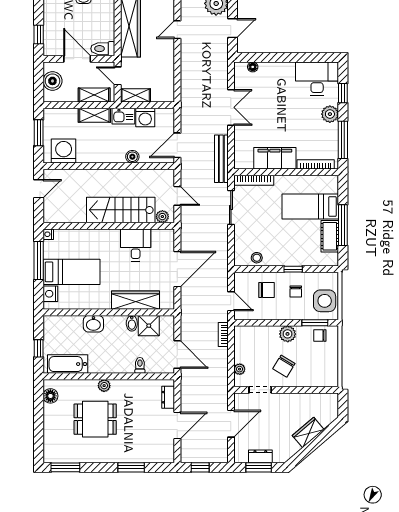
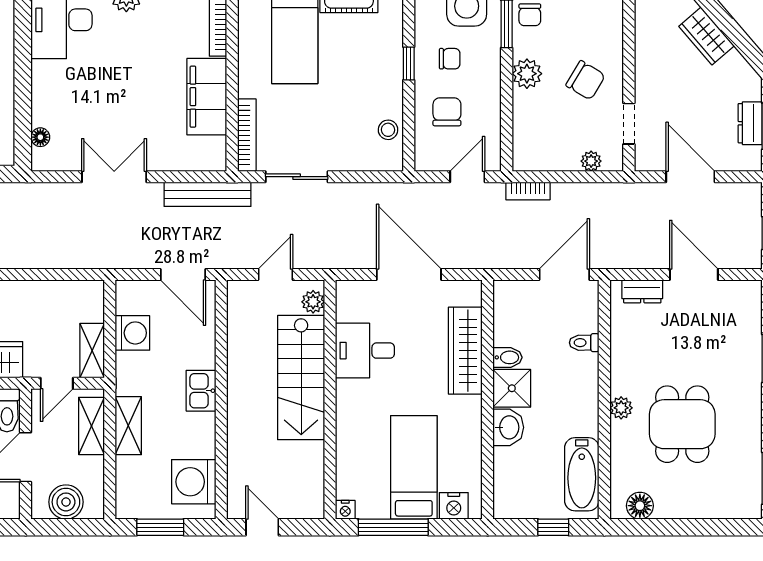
kitchen sink: (123, 116) -> (201, 391), moved, turned 180
boiler: (132, 157) -> (204, 356), removed
shower: (149, 326) -> (512, 388), moved

